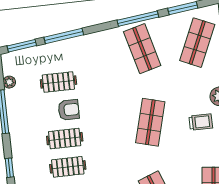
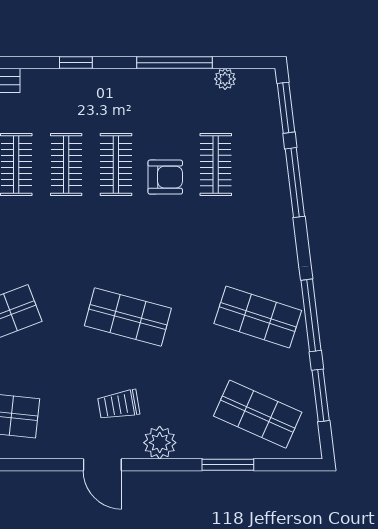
shop shelf: (142, 49) -> (258, 317), turned 33
armchair: (69, 110) -> (165, 177), turned -90
trolley: (201, 122) -> (119, 405), turned 80

